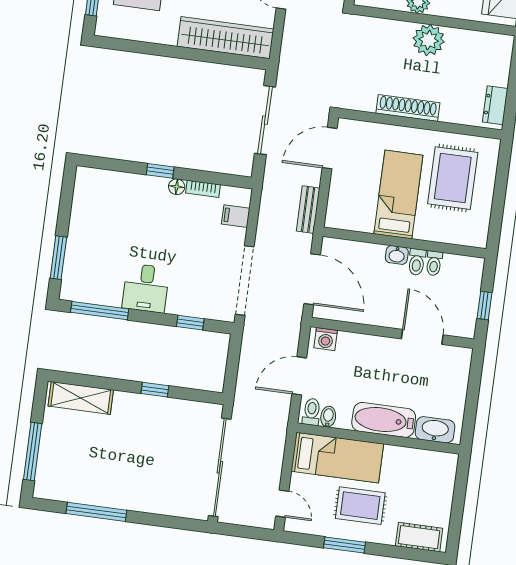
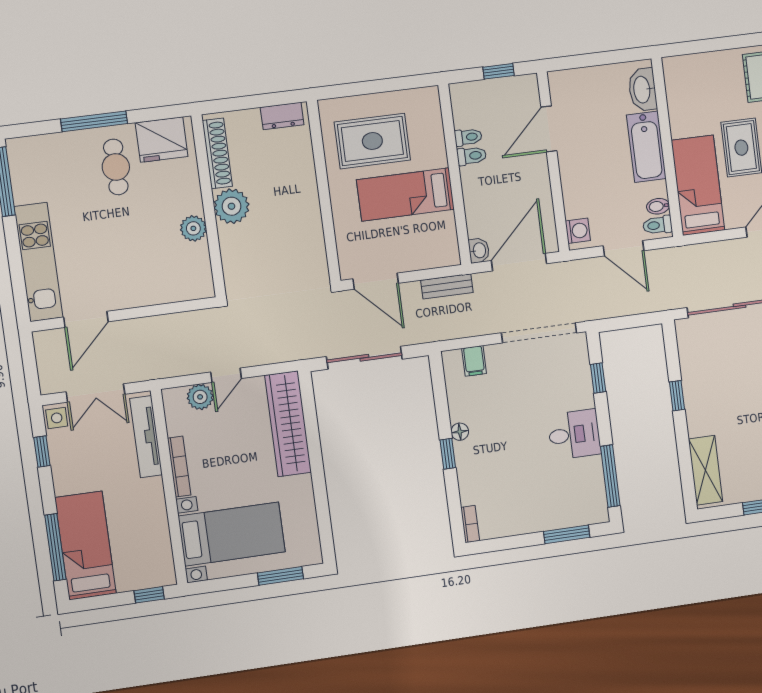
shoe rack: (408, 108) -> (217, 153), moved, turned 180
bookcase: (203, 189) -> (470, 524), moved
washbasin: (397, 255) -> (479, 250), moved

